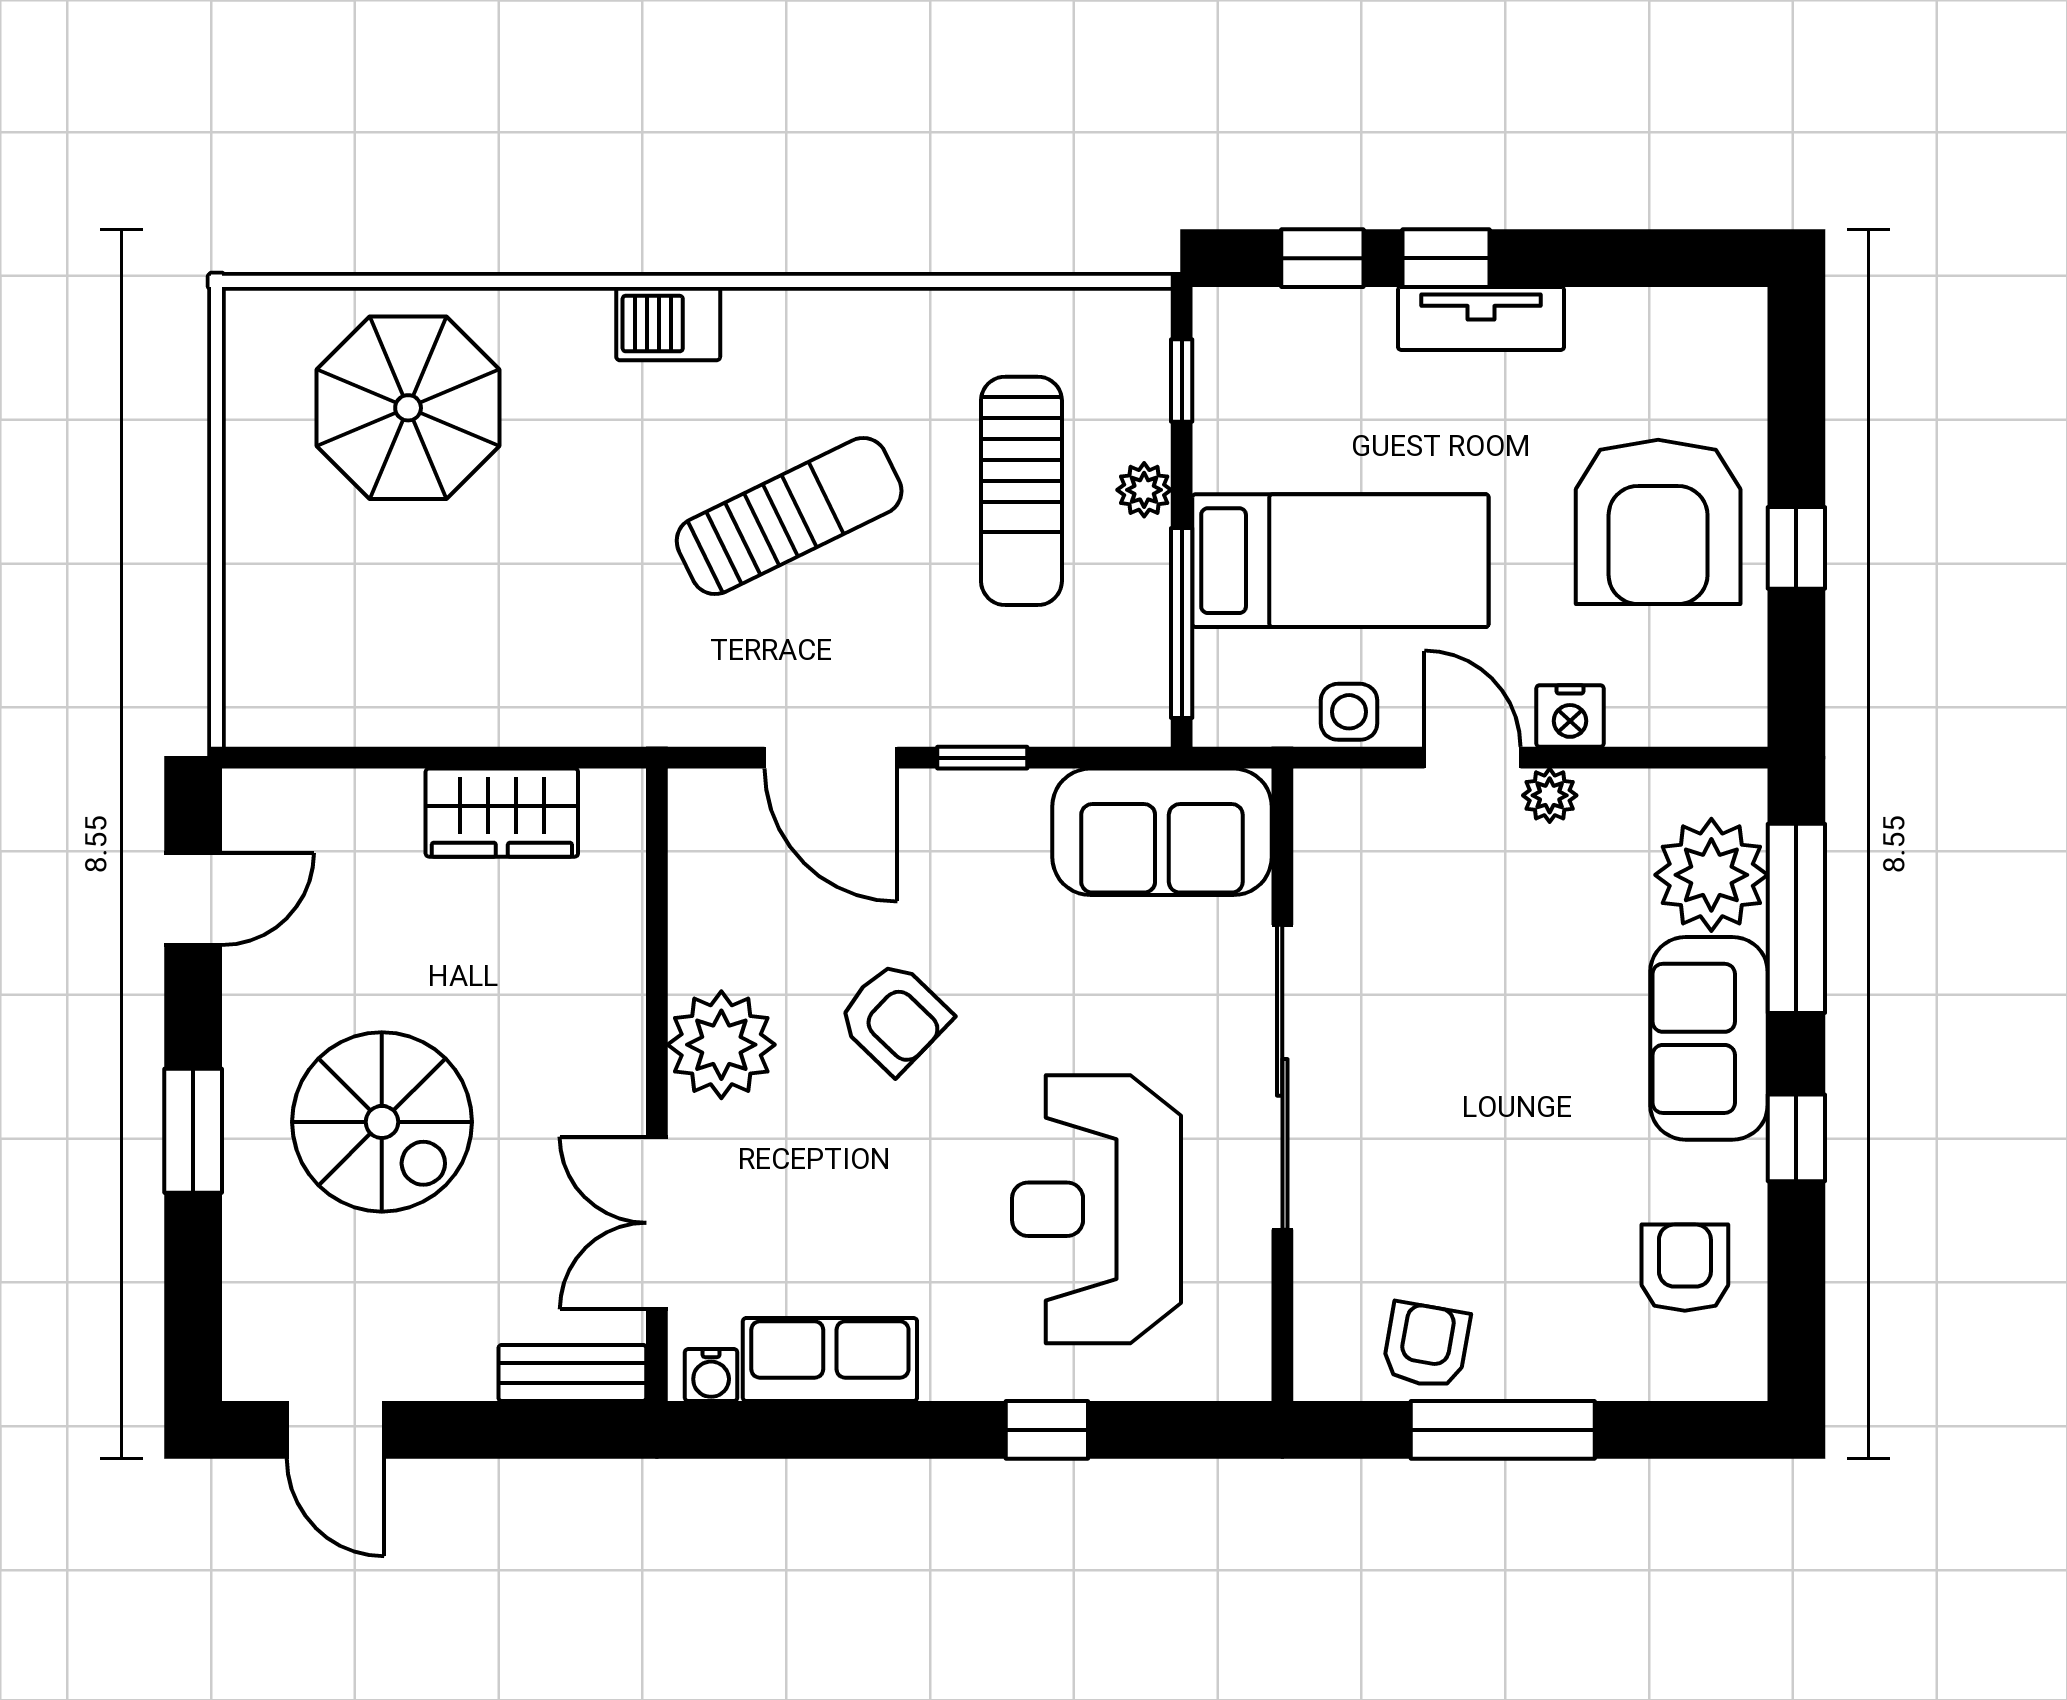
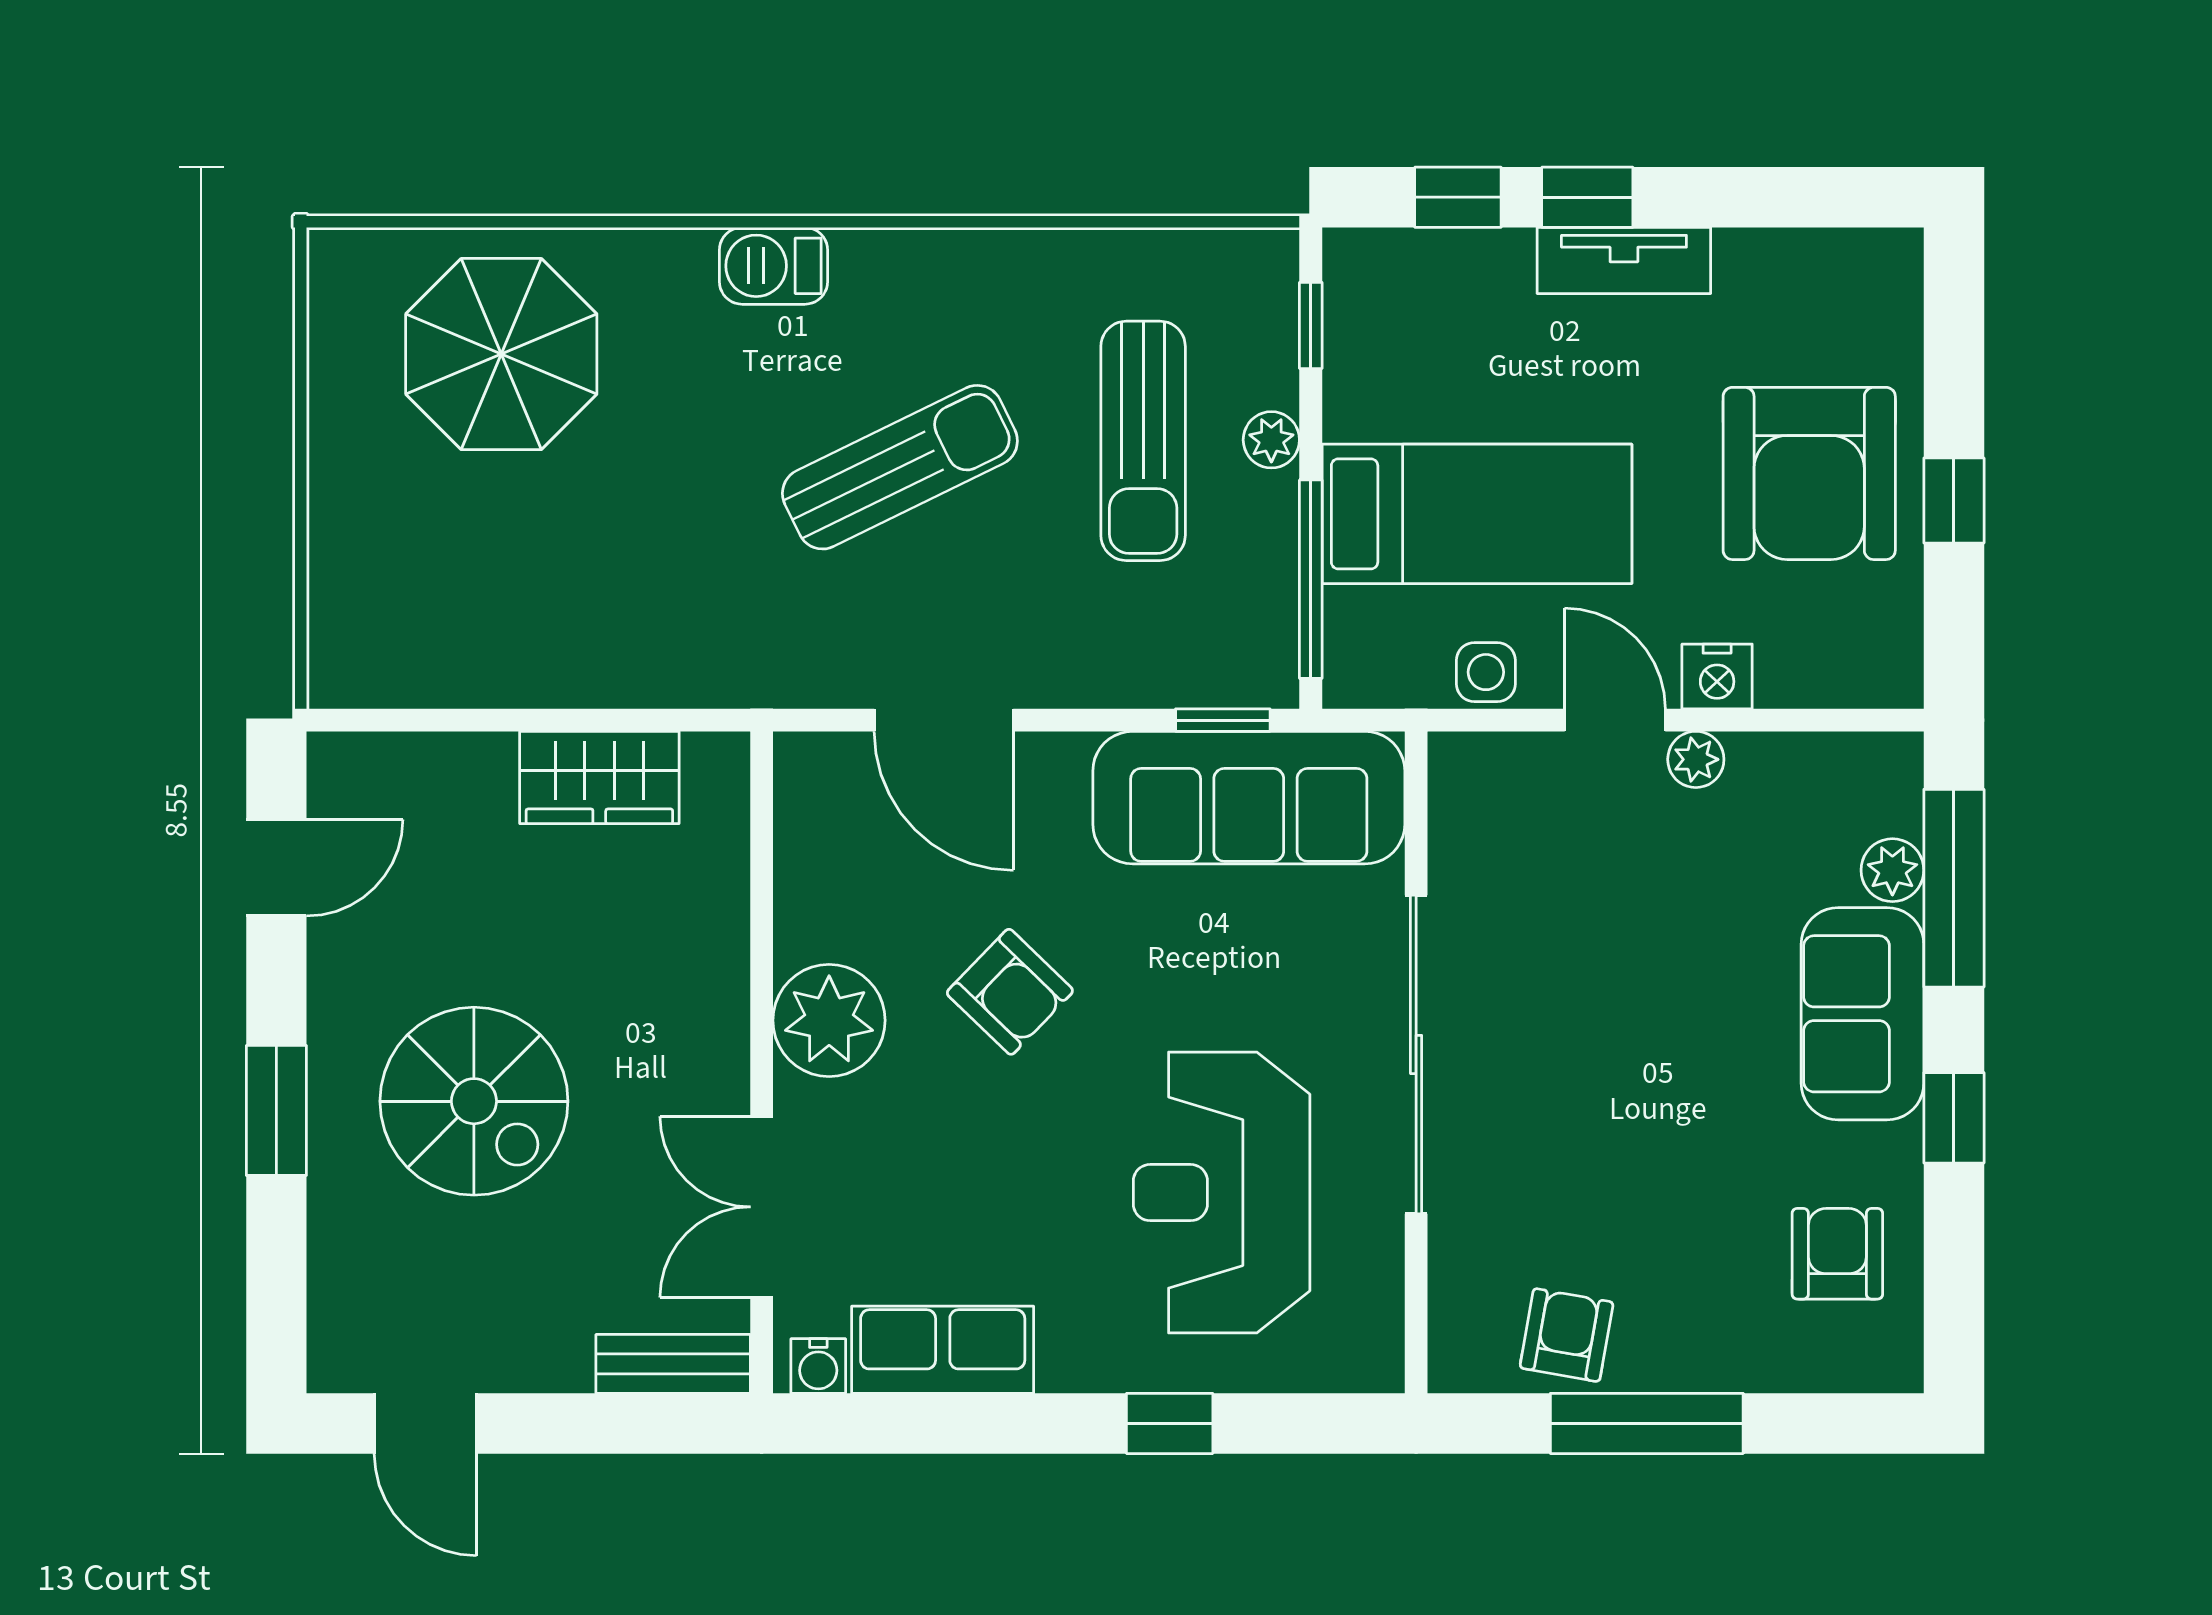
window: (982, 758) -> (1223, 720), moved
sofa: (1162, 832) -> (1249, 798), width x1.36
plant: (1711, 875) -> (1892, 870), width x0.53, depth x0.53

